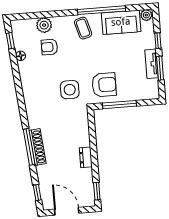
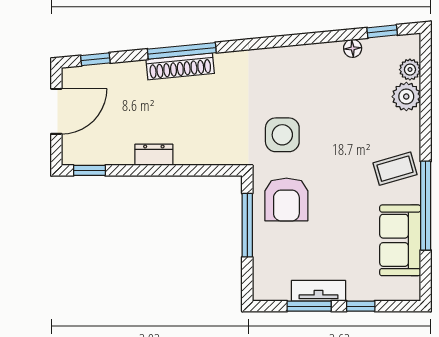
plant: (146, 15) -> (410, 70), moved
armchair: (49, 47) -> (365, 103), removed

